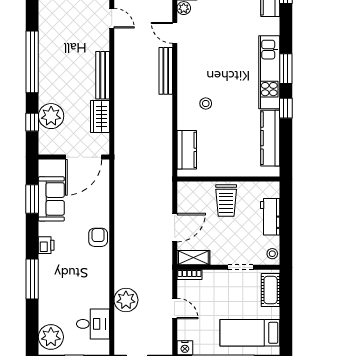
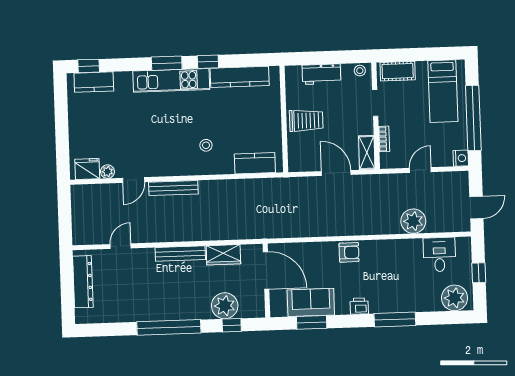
armchair: (98, 237) -> (349, 252), turned 180
bookcase: (189, 275) -> (384, 139), moved

